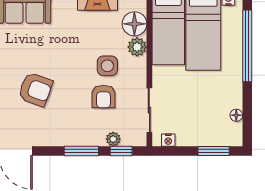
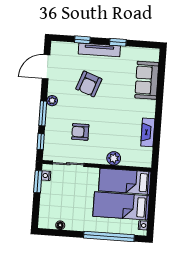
floor lamp: (134, 24) -> (130, 158), removed
side table: (107, 66) -> (102, 136), removed
plant: (113, 139) -> (52, 101), moved
window: (214, 151) -> (38, 182), moved

